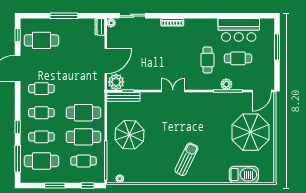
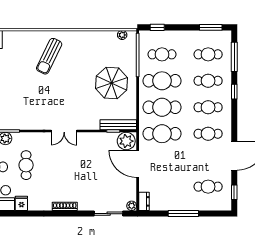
fridge: (212, 25) -> (21, 203), added
cafe table: (41, 40) -> (208, 187), width x0.73, depth x0.74
door: (106, 61) -> (138, 164), hinge flipped
cafe table: (83, 89) -> (162, 134), added
cafe table: (41, 161) -> (208, 54), width x0.73, depth x0.74
window: (55, 186) -> (211, 27), moved

